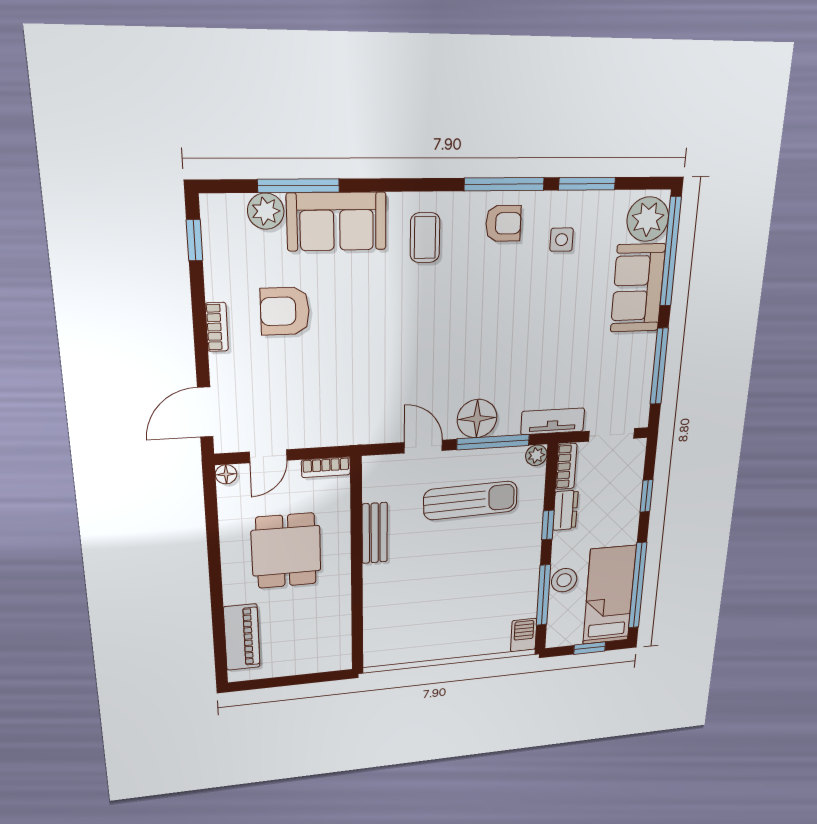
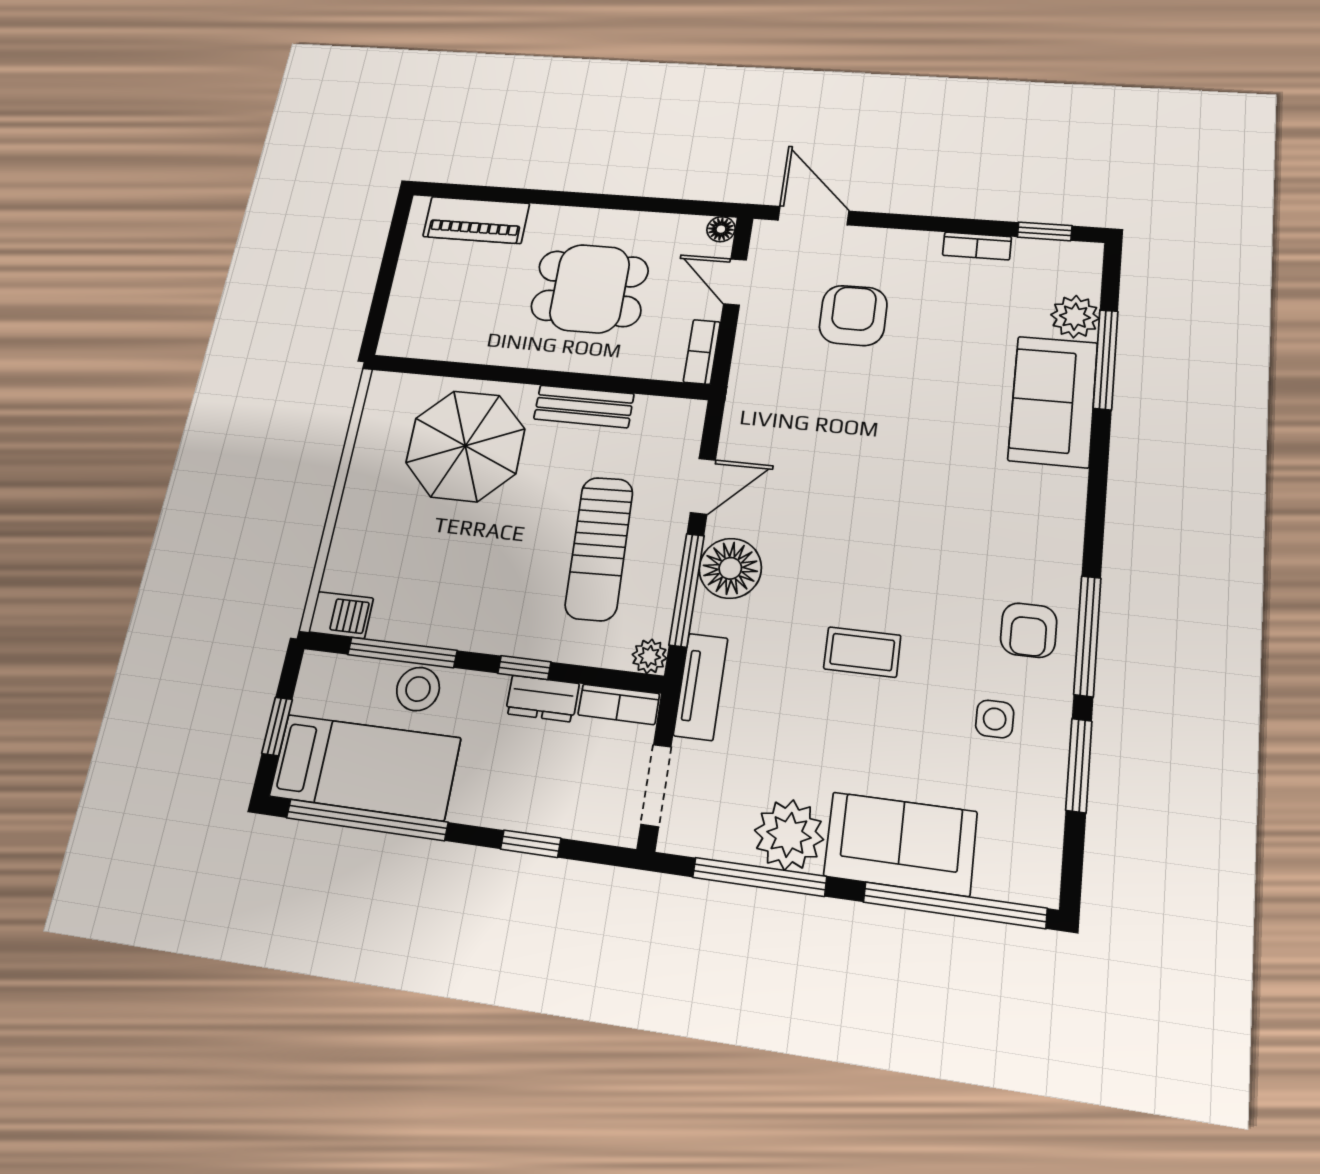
plant: (648, 219) -> (789, 835), moved
coffee table: (425, 238) -> (862, 652), moved
armchair: (285, 311) -> (853, 315), moved
bookcase: (217, 327) -> (977, 246), moved
parasol: (410, 597) -> (465, 446), added

